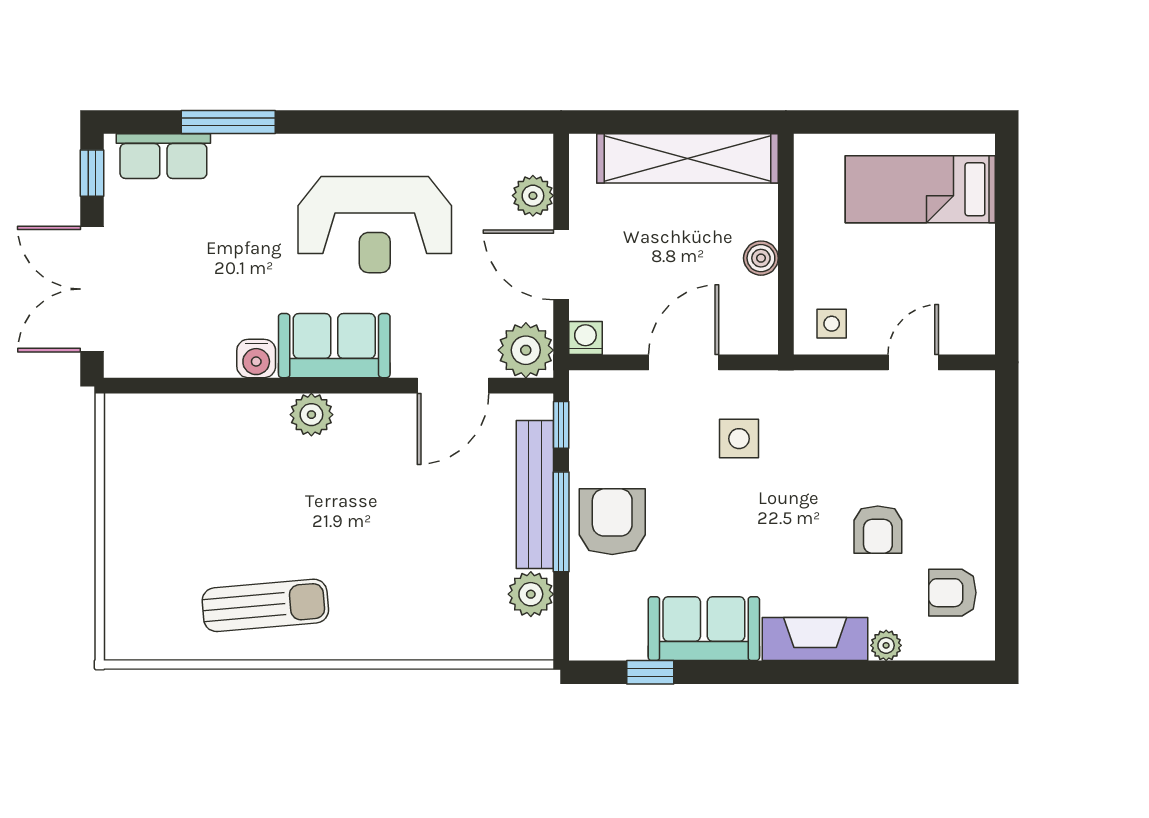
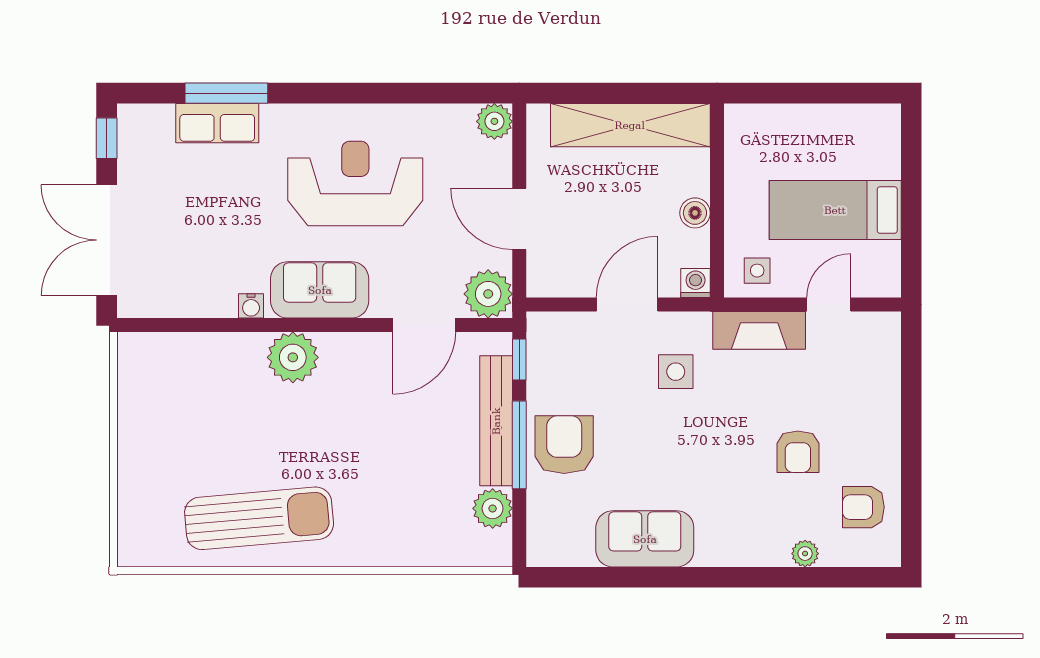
row of seats: (163, 156) -> (217, 123), moved
bed: (920, 189) -> (835, 210), moved
plant: (533, 196) -> (494, 121), moved
reception desk: (375, 225) -> (355, 183), turned 180
washing machine: (585, 338) -> (696, 283), moved
water cooler: (256, 358) -> (251, 306), width x0.72, depth x0.72
plant: (311, 415) -> (293, 357), width x1.36, depth x1.36
sun lounger: (265, 605) -> (259, 518), width x1.36, depth x1.34
fireplace: (815, 639) -> (759, 330), moved, turned 180
window: (650, 672) -> (598, 577), removed

